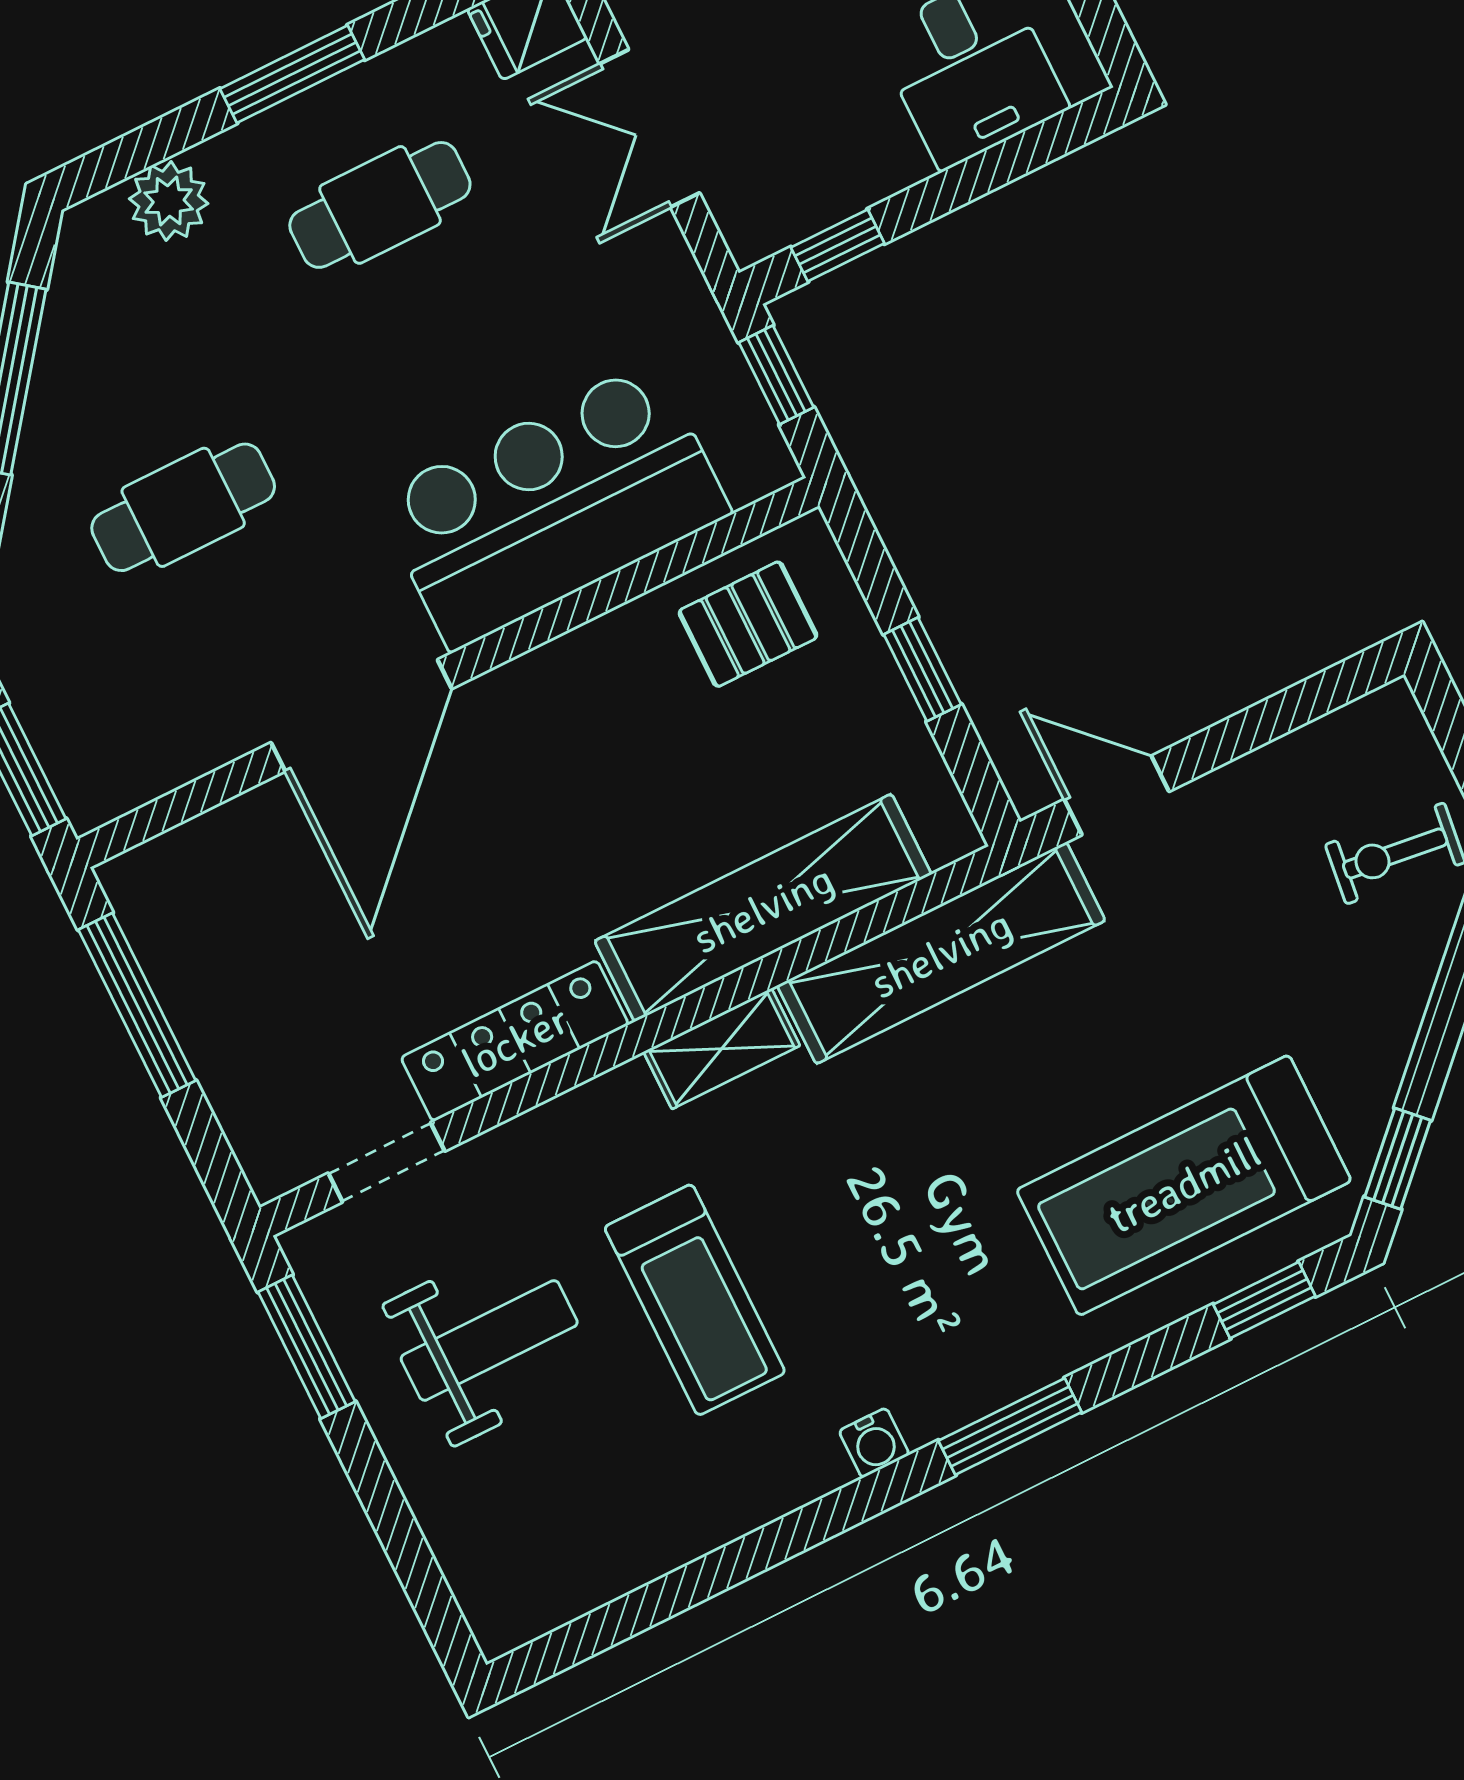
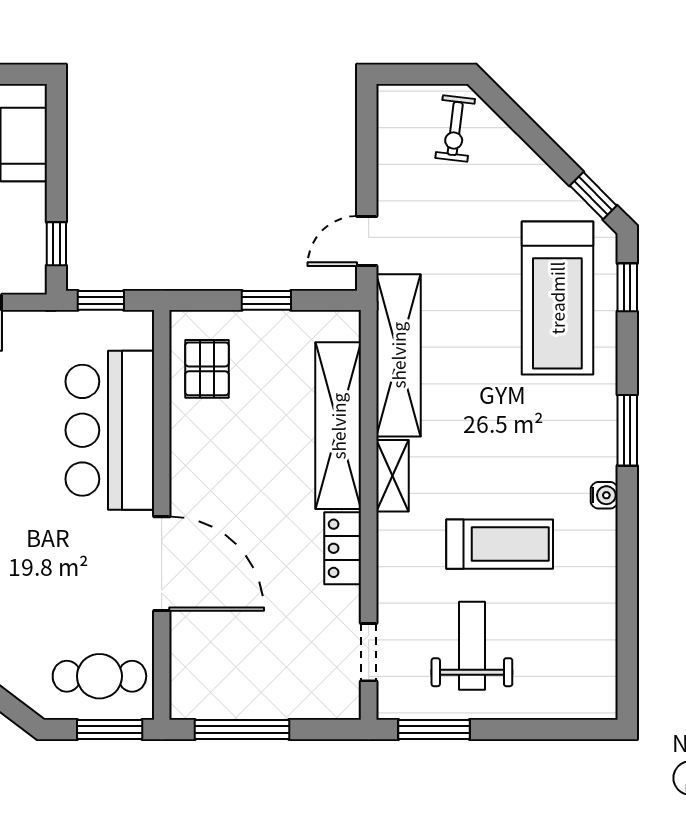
cafe table: (183, 507) -> (99, 676), moved, turned 90
locker: (515, 1041) -> (343, 548), width x0.66

